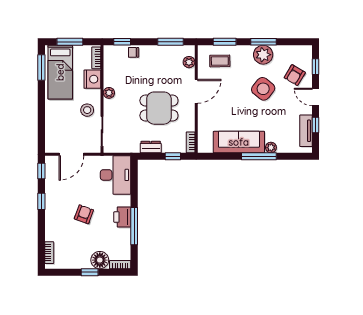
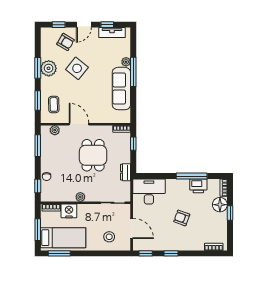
stool: (87, 110) -> (109, 237), moved
dresser: (151, 147) -> (126, 172), moved
printer: (122, 217) -> (198, 186), moved

